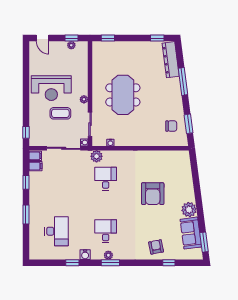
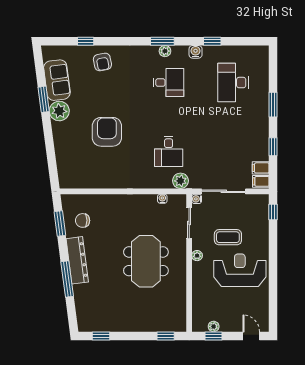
dresser: (171, 60) -> (77, 260), moved
desk: (106, 231) -> (169, 83), turned -90
window: (204, 242) -> (44, 99), moved

